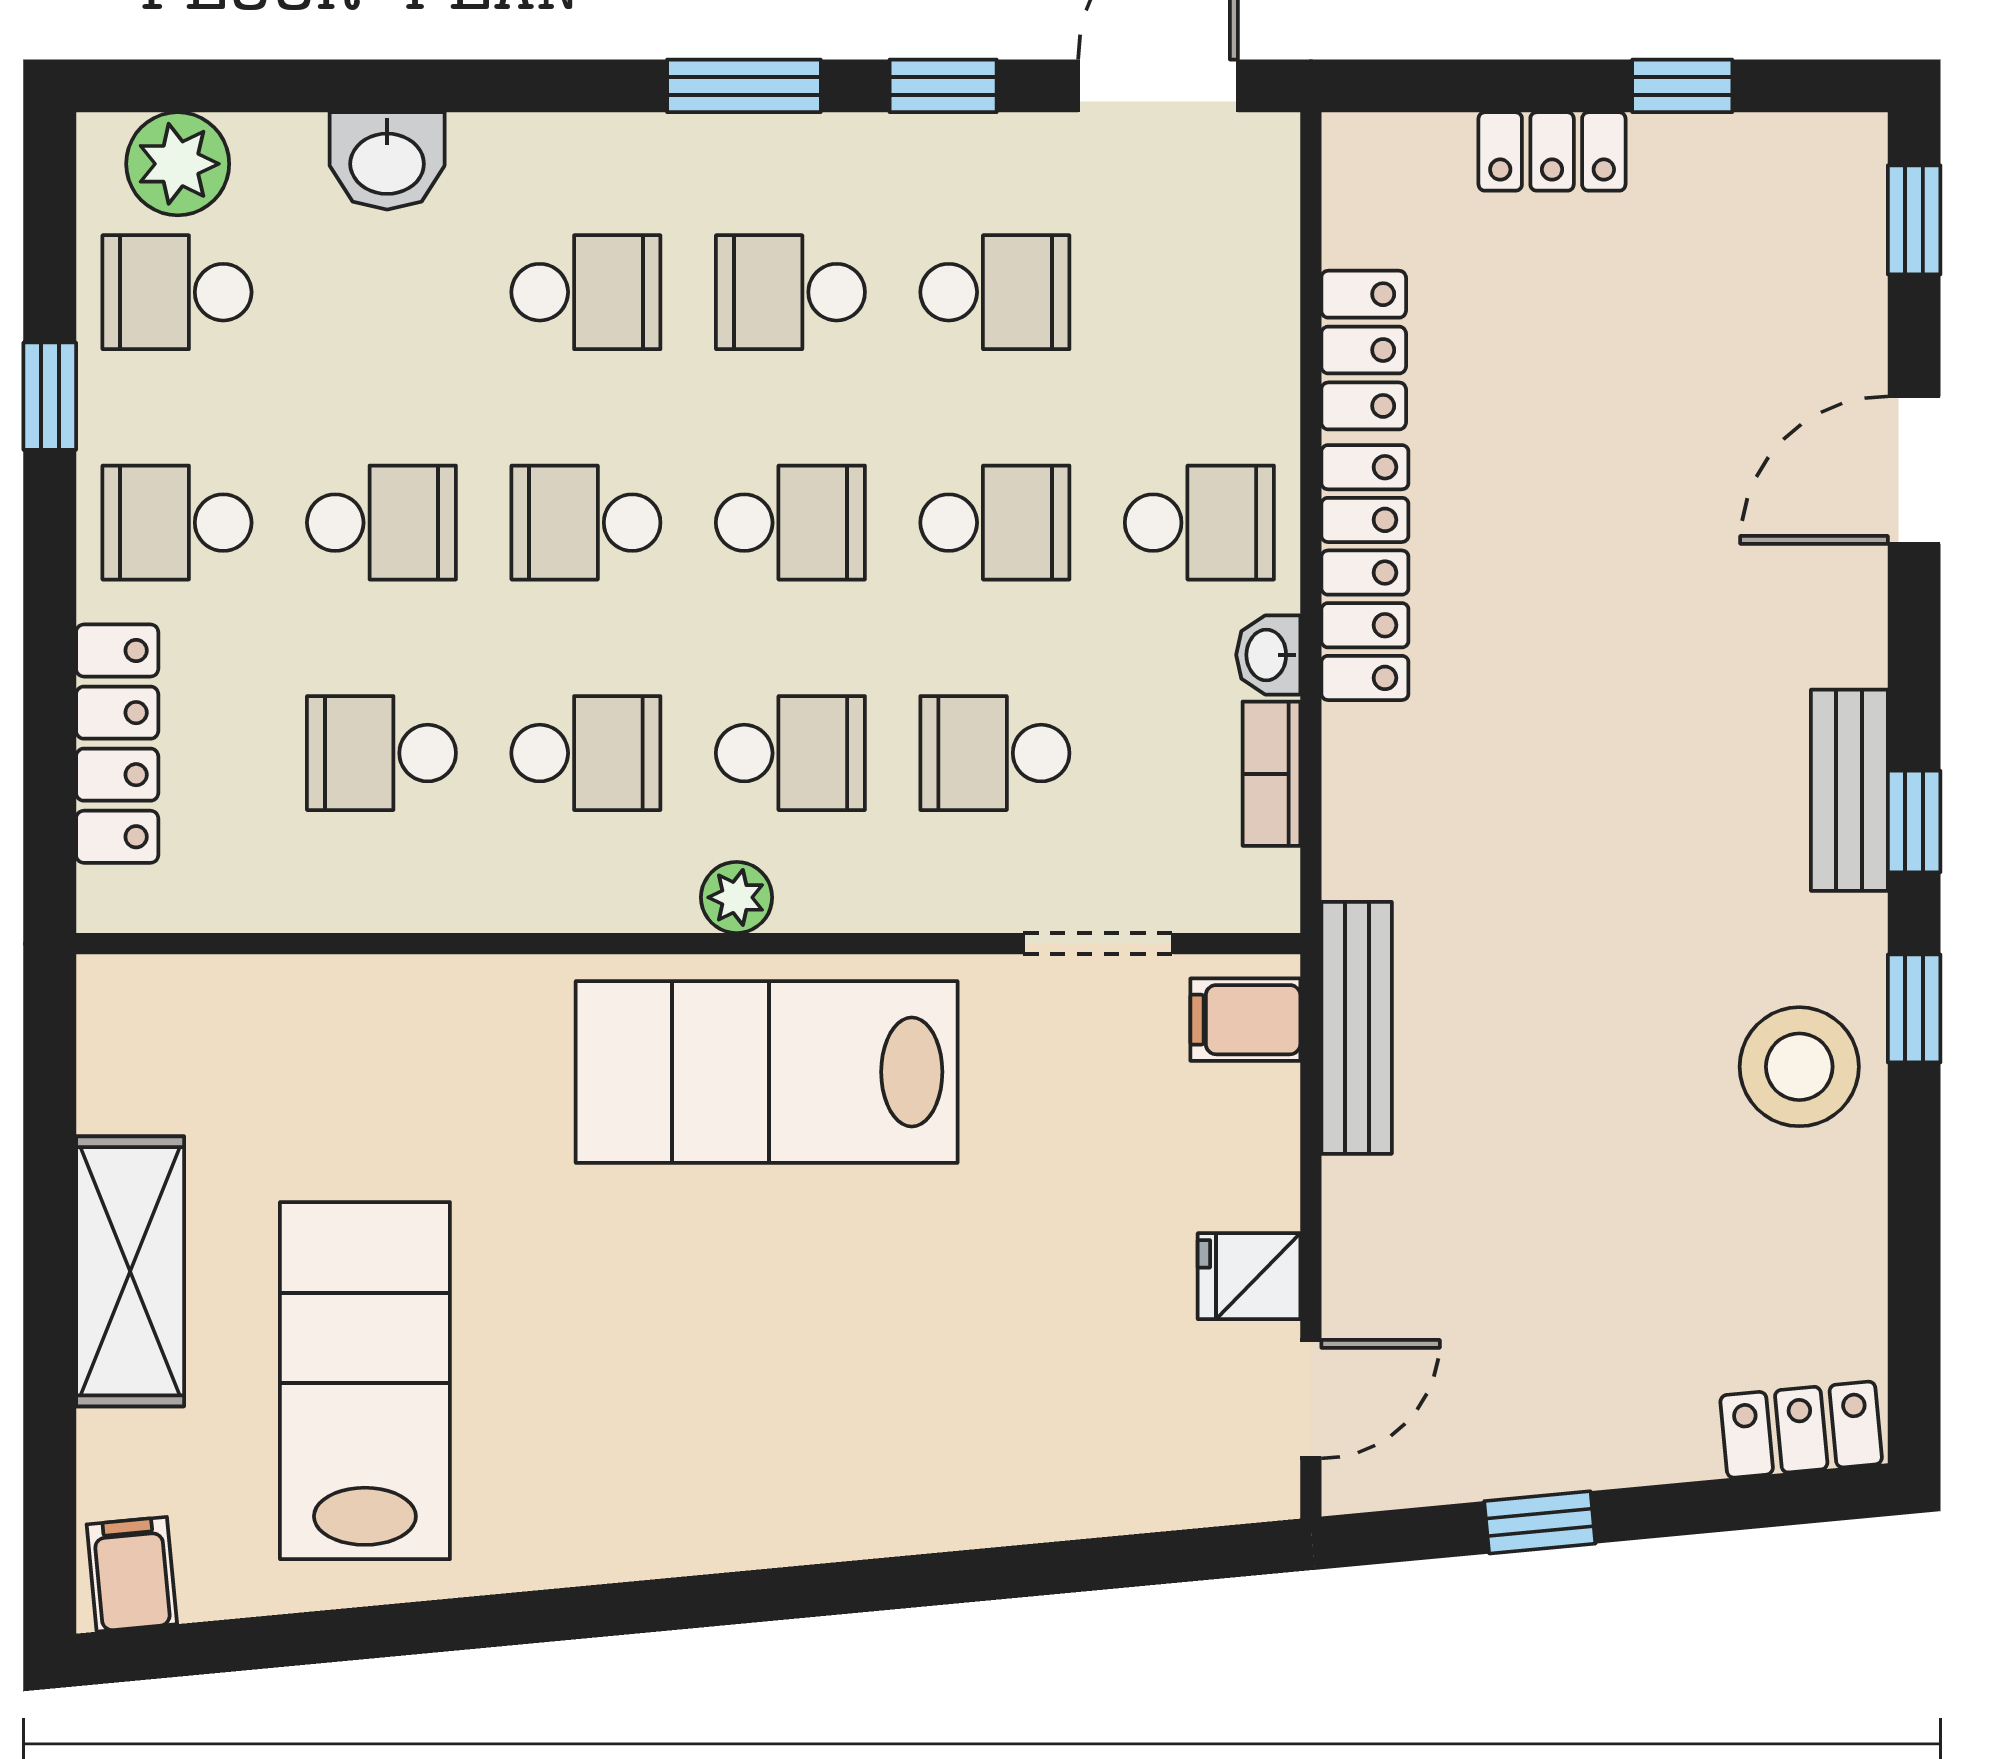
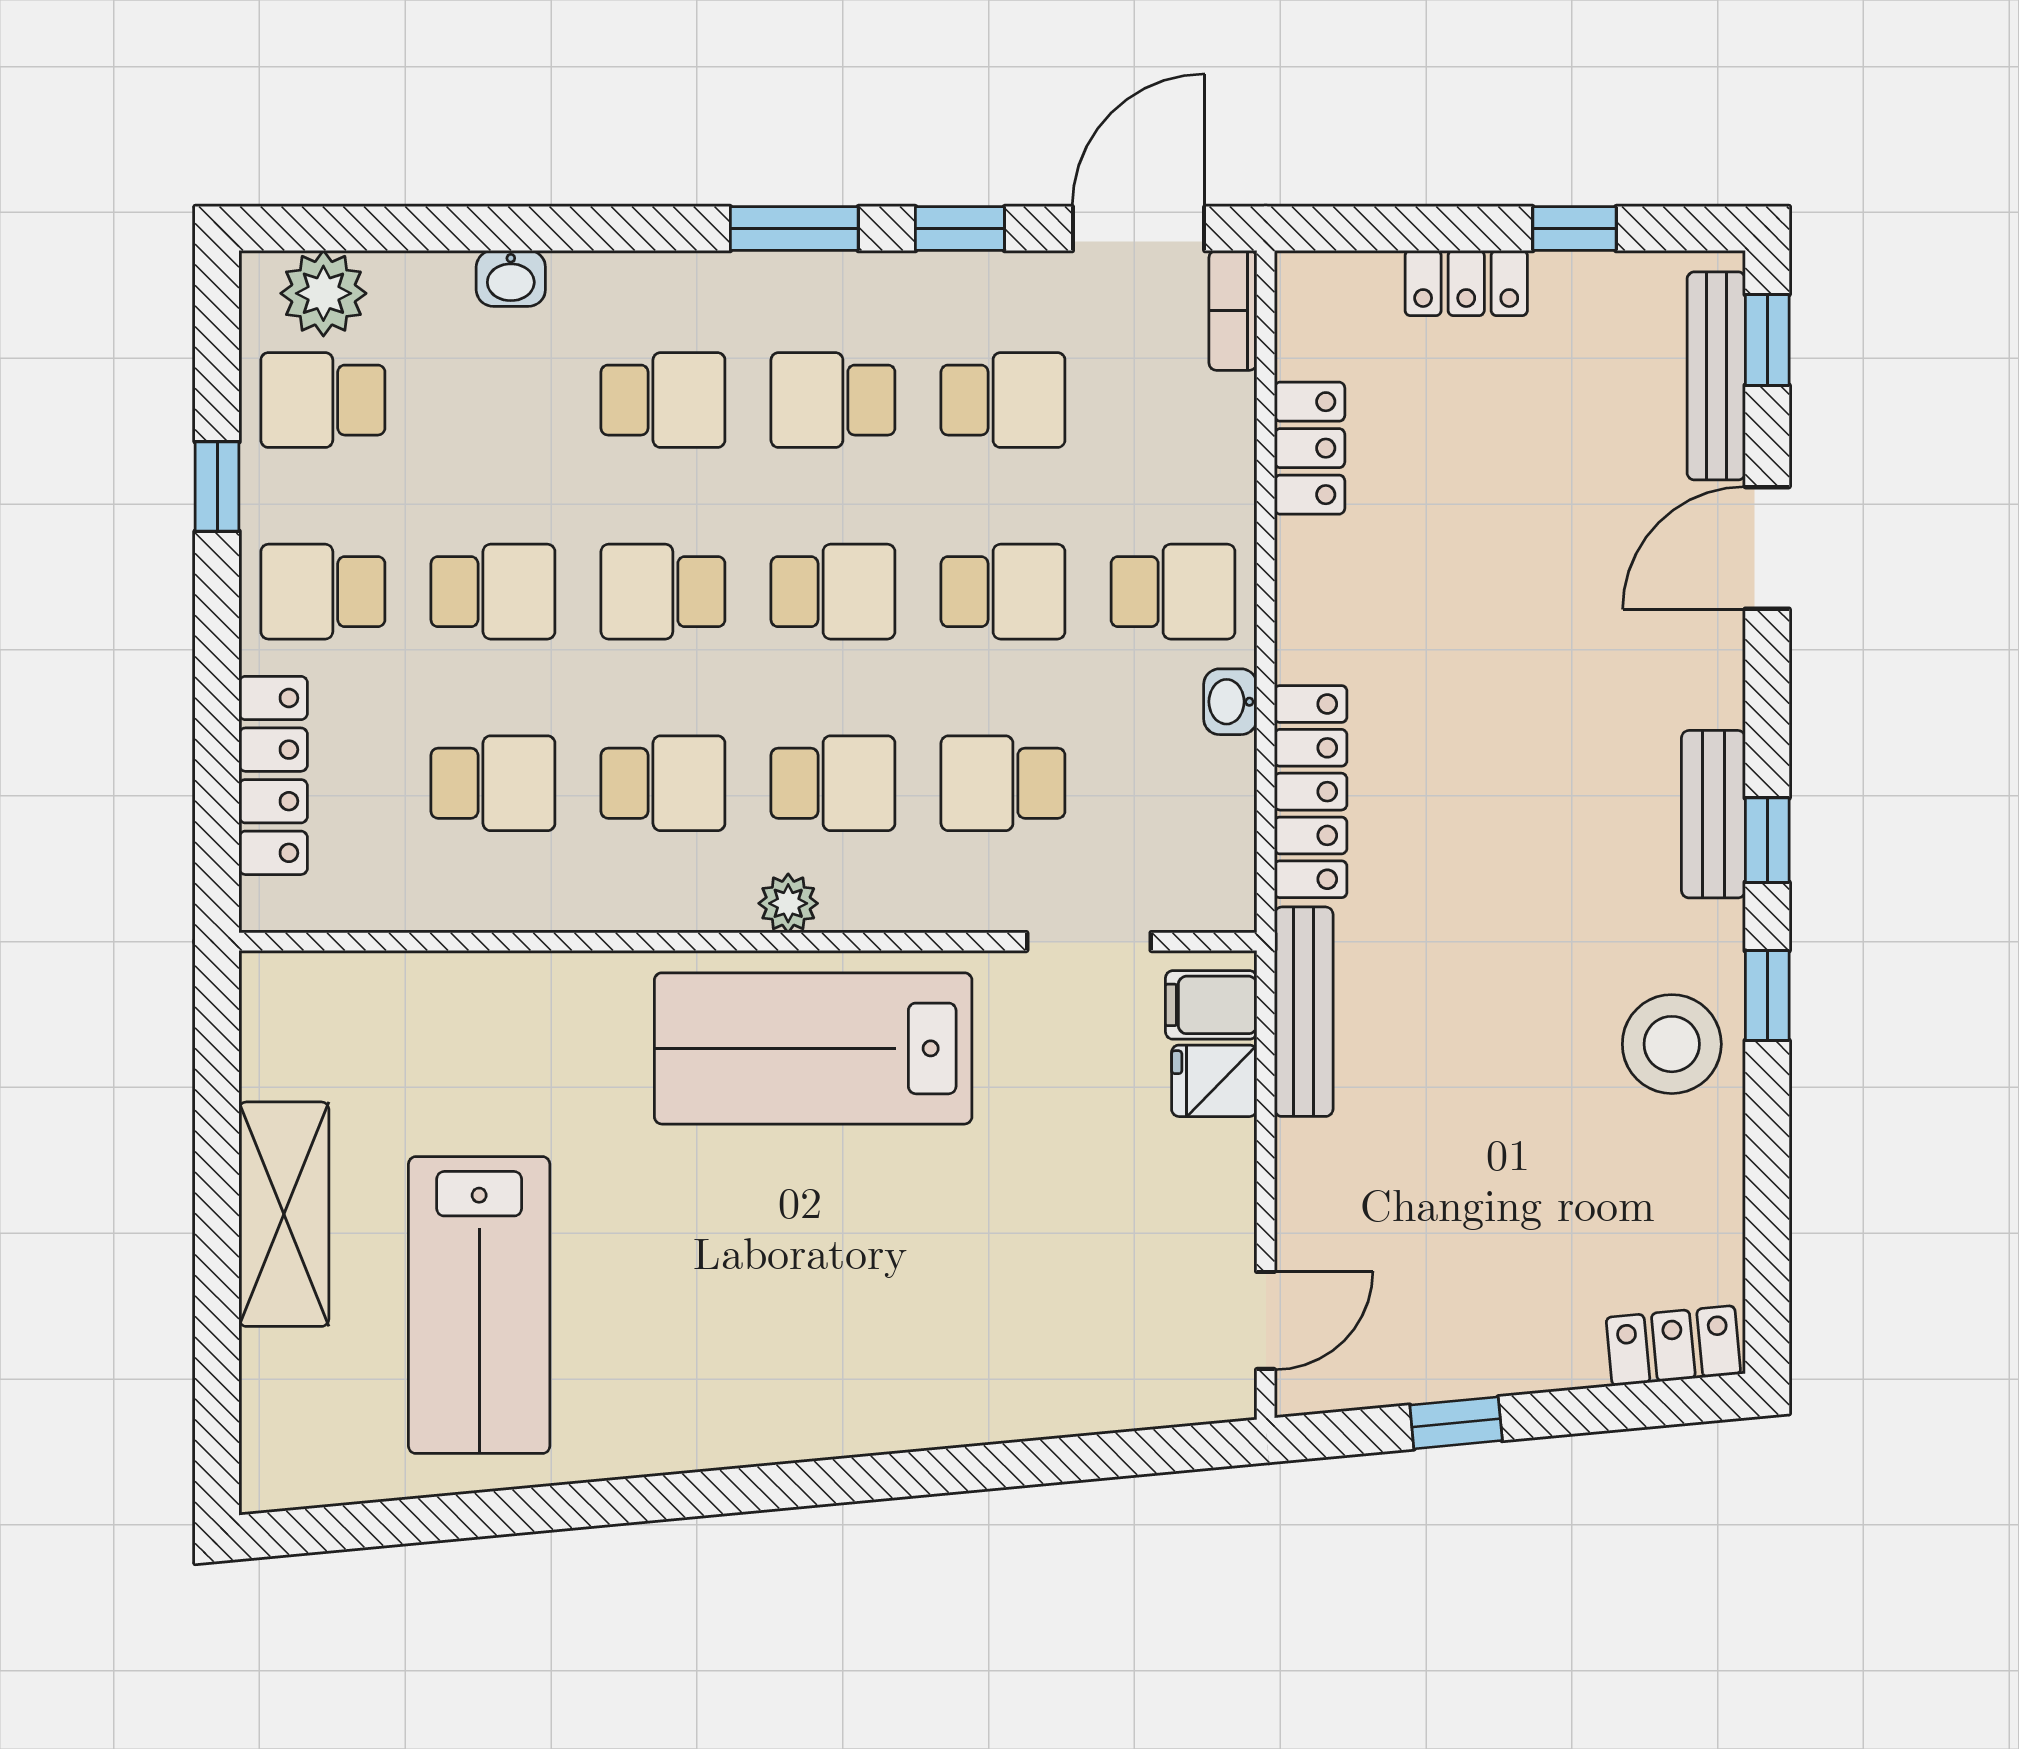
washbasin: (387, 161) -> (511, 278), width x0.72, depth x0.69
bench: (1853, 263) -> (1716, 376), added
locker: (1365, 573) -> (1311, 792), moved
school desk: (381, 753) -> (493, 783), turned 180
bookcase: (1271, 774) -> (1233, 310), moved
fridge: (1249, 1276) -> (1214, 1081), moved
lab bench: (365, 1381) -> (479, 1305), turned 180
filing cabinet: (132, 1574) -> (285, 1466), removed

